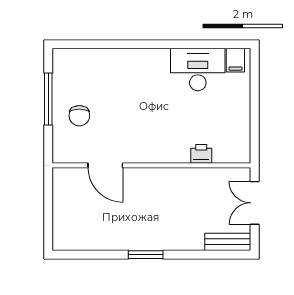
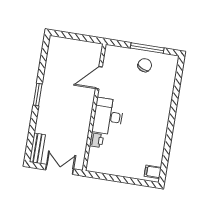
desk: (198, 70) -> (108, 116), moved, turned 180
chair: (79, 116) -> (145, 65), moved, turned 114

